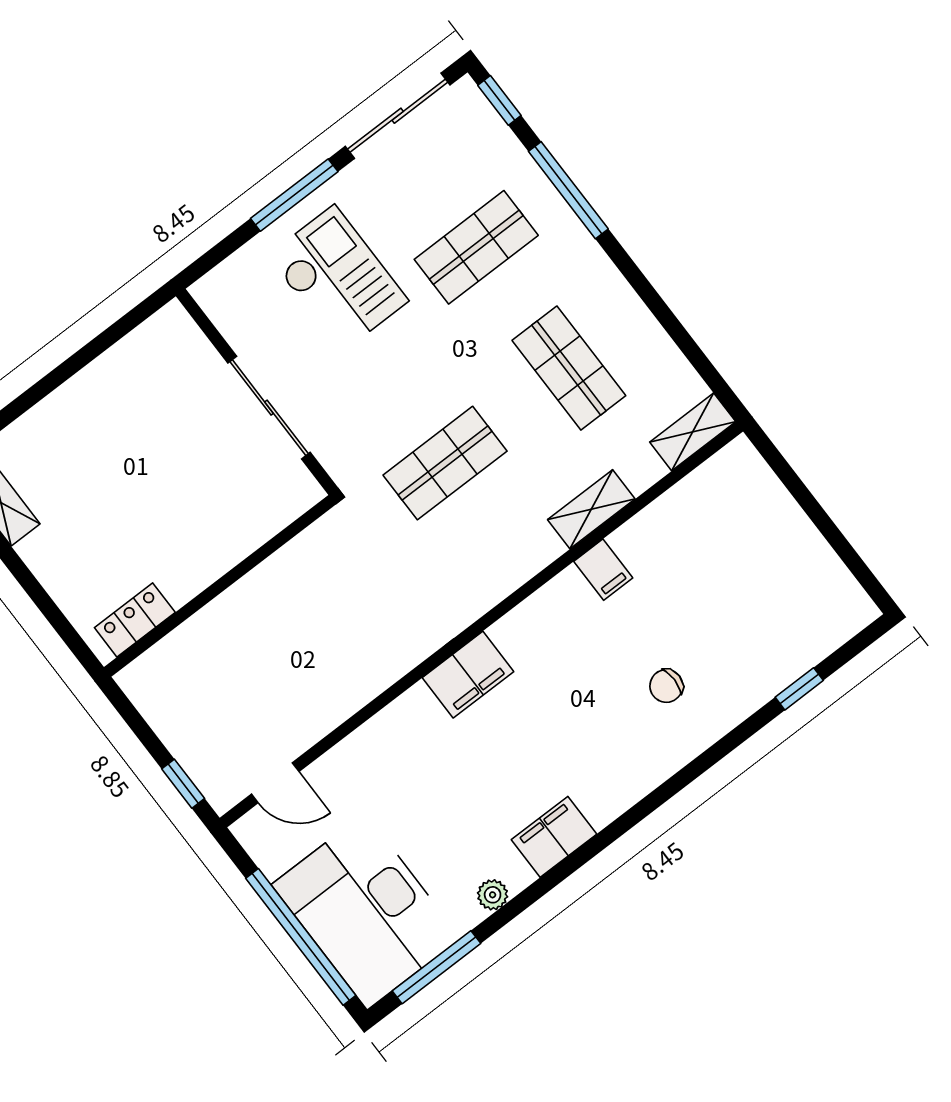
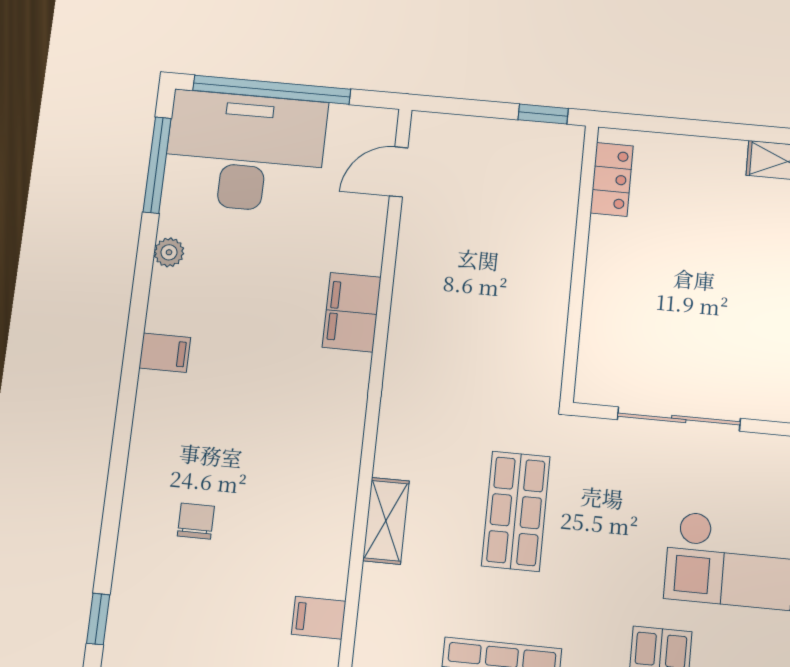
shelving: (591, 509) -> (386, 521), moved
filing cabinet: (603, 570) -> (319, 618), moved
filing cabinet: (468, 675) -> (352, 312), moved
window: (183, 784) -> (543, 114), moved
filing cabinet: (554, 837) -> (165, 353), width x0.50

